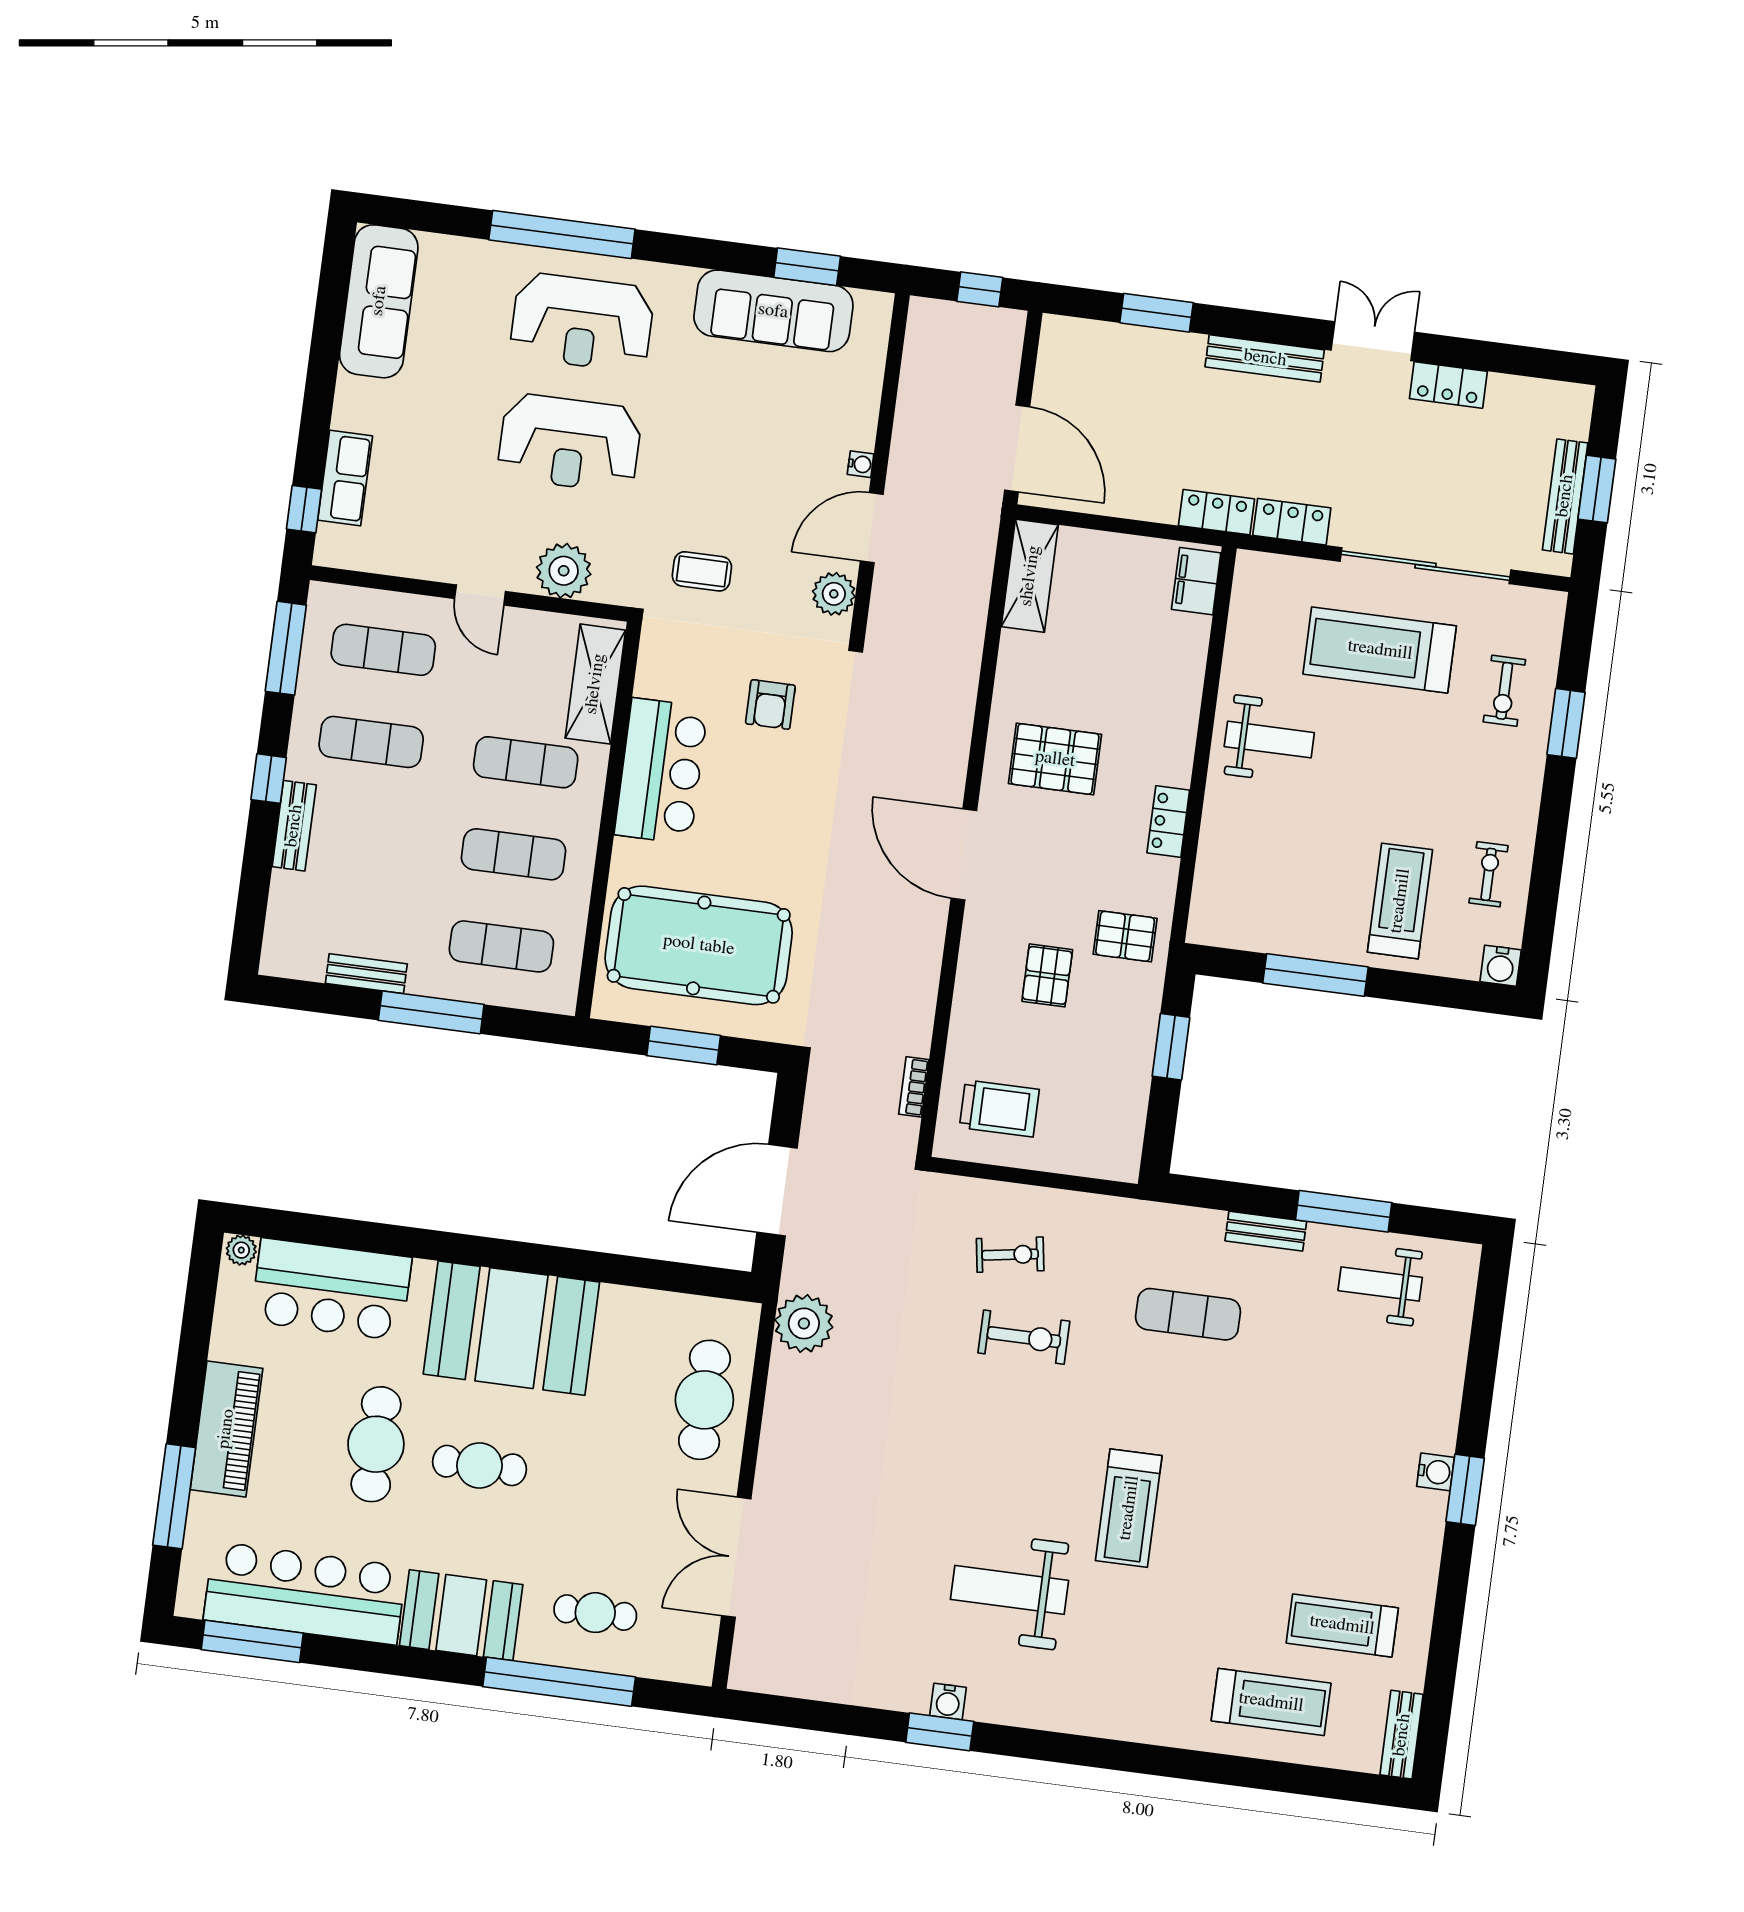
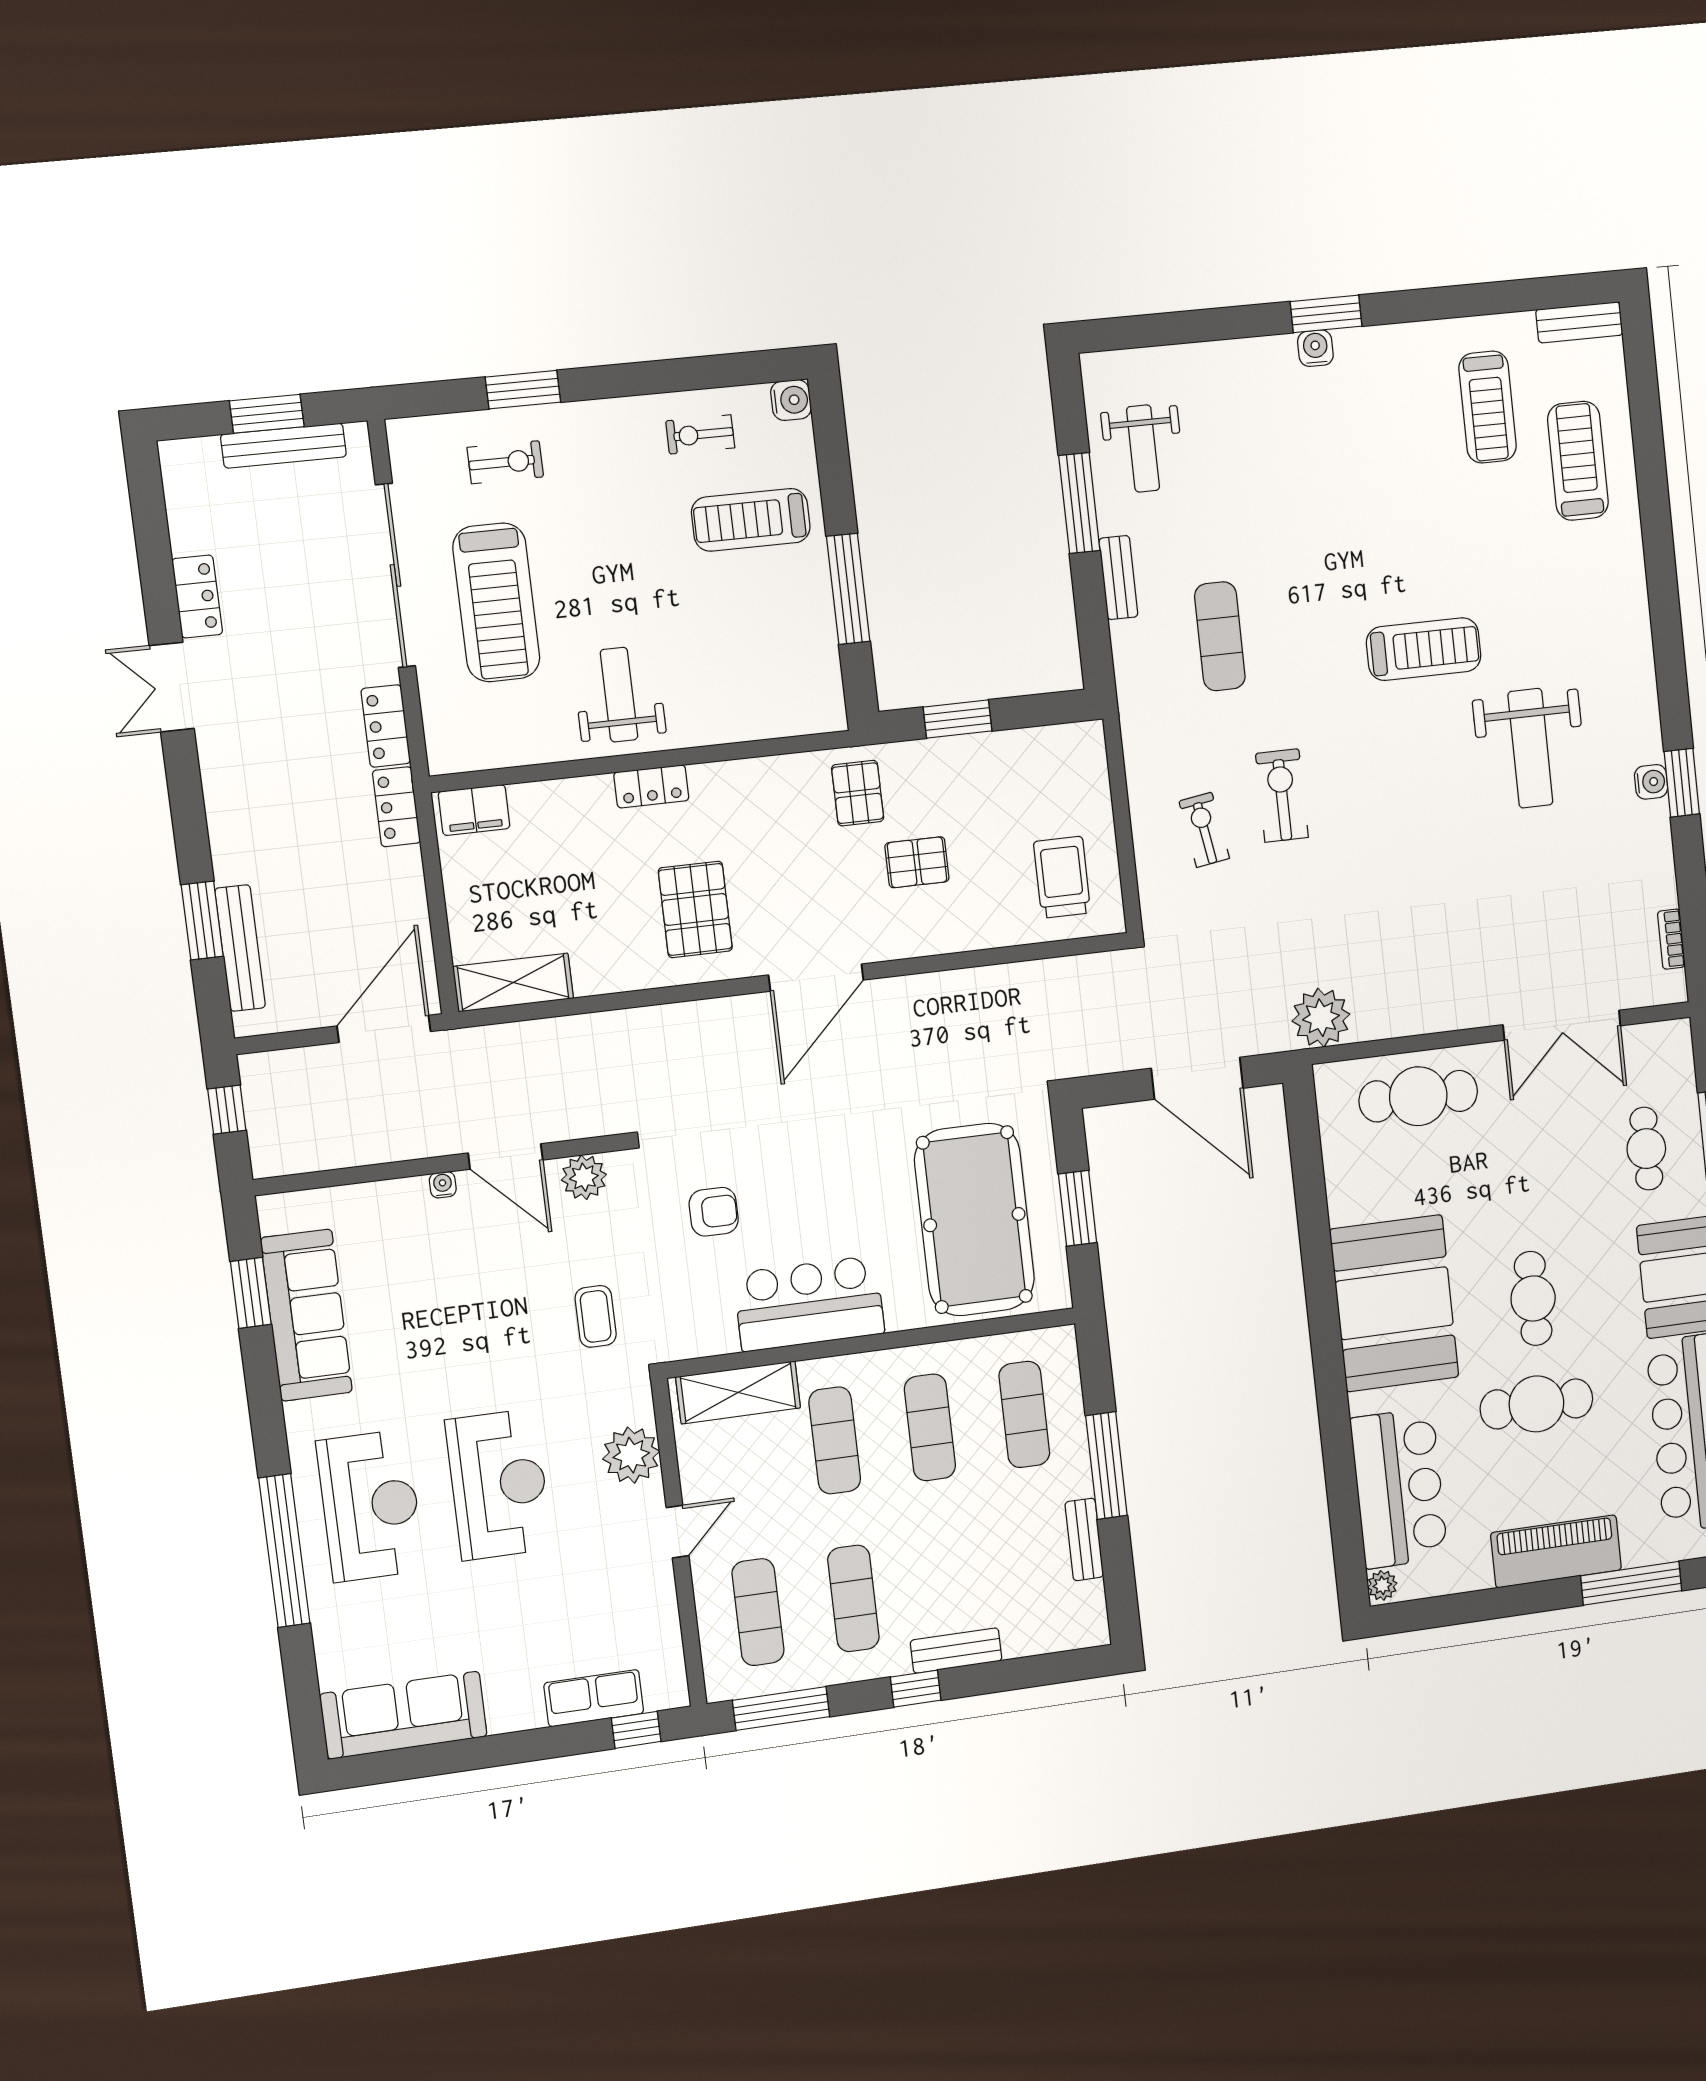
bench: (1265, 358) -> (240, 948), moved
locker: (1168, 821) -> (651, 786), moved
bookcase: (914, 1087) -> (1671, 939), moved, turned 90

